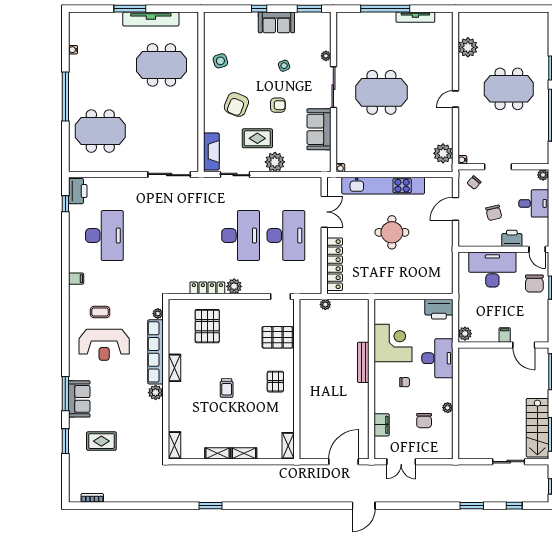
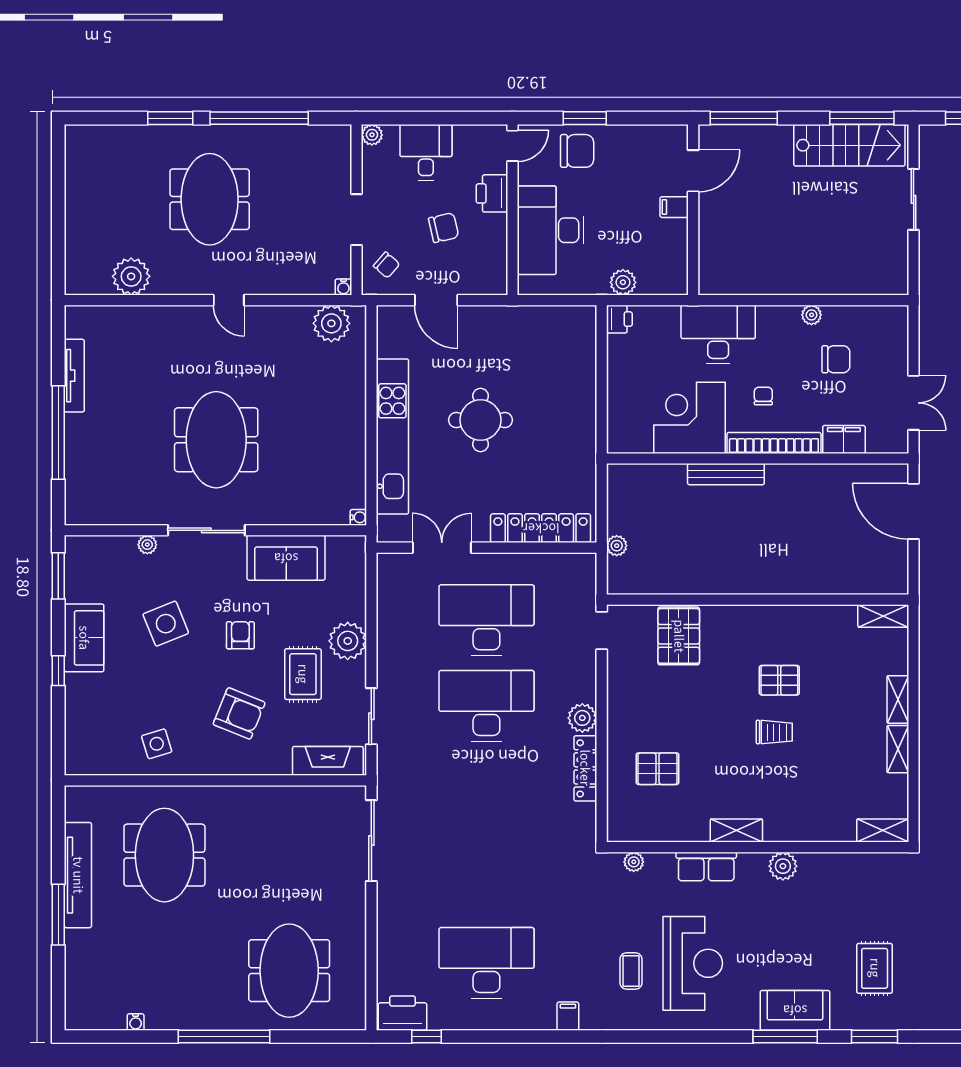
side table: (284, 66) -> (166, 624), width x1.87, depth x1.87
printer: (439, 309) -> (619, 319), width x0.53, depth x0.68
pallet: (207, 326) -> (658, 769), width x0.67, depth x0.71
plant: (465, 334) -> (623, 282), moved
row of seats: (155, 352) -> (706, 866), width x0.50
pallet: (275, 382) -> (779, 680), moved
bookcase: (380, 388) -> (774, 443), added

